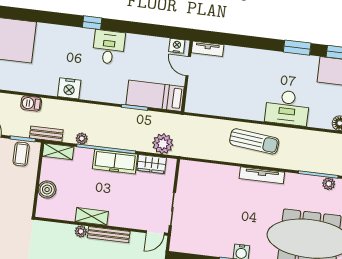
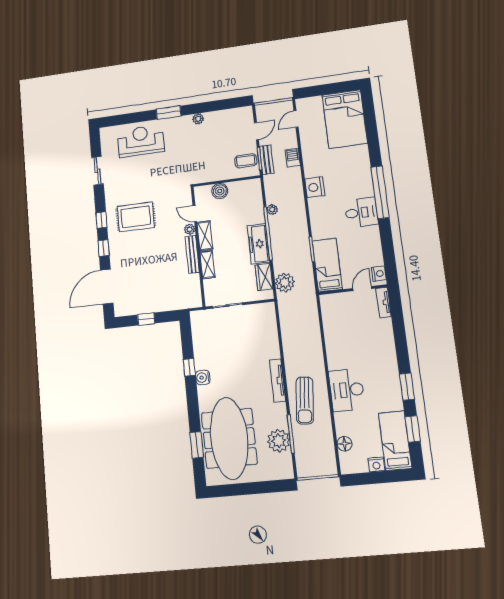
window: (92, 23) -> (380, 192), width x3.17
bench: (46, 134) -> (267, 160), moved
sun lounger: (254, 141) -> (305, 401), moved
shelving: (58, 151) -> (207, 265), moved
plant: (329, 184) -> (279, 441), width x1.88, depth x1.88
door: (155, 233) -> (195, 214), moved

